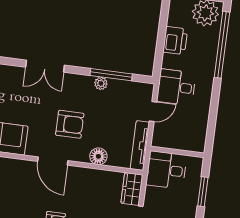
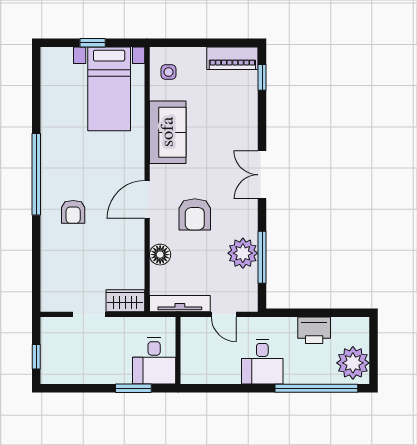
plant: (101, 83) -> (243, 253), width x1.88, depth x1.88
desk: (176, 87) -> (262, 362), moved, turned 180
desk: (166, 170) -> (154, 361), moved, turned 180

